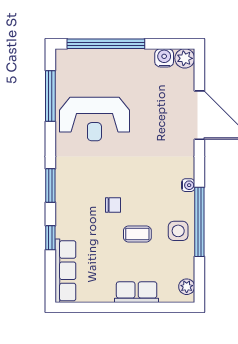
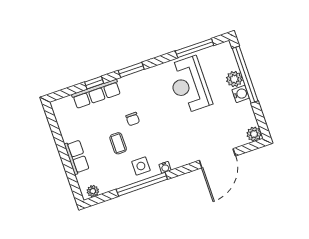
water cooler: (164, 58) -> (241, 94), moved
plant: (107, 59) -> (234, 79), added
side table: (178, 231) -> (141, 166), moved
row of seats: (65, 271) -> (96, 94), moved

